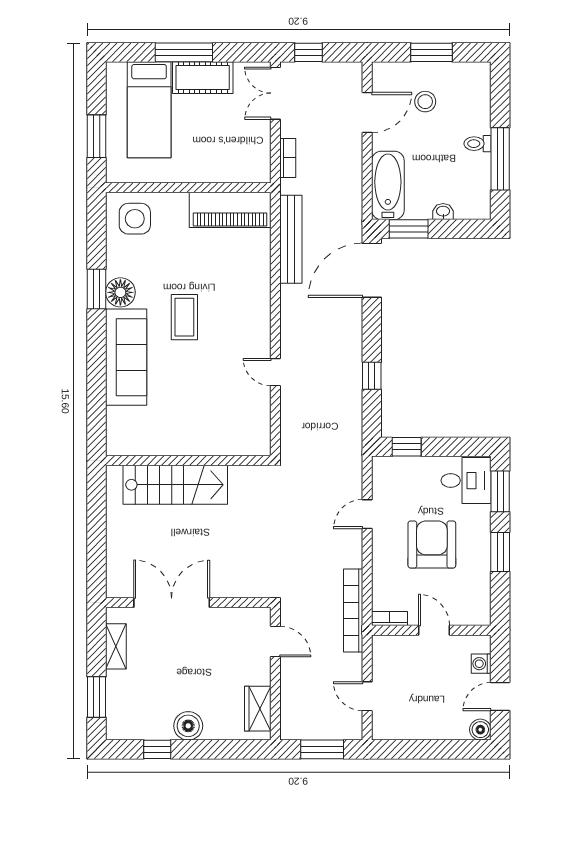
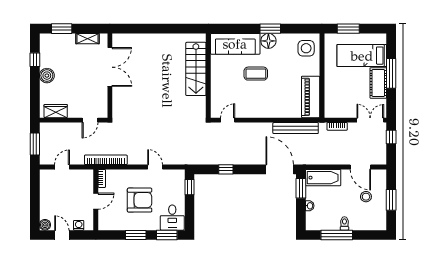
wall: (188, 460) -> (208, 76), moved
stairs: (175, 485) -> (196, 69), moved

